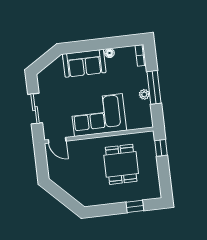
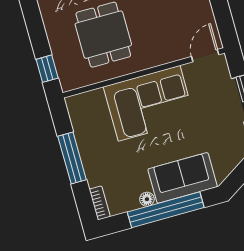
window: (98, 44) -> (166, 210), added
plant: (144, 94) -> (85, 145), removed
door: (57, 140) -> (205, 56), hinge flipped

